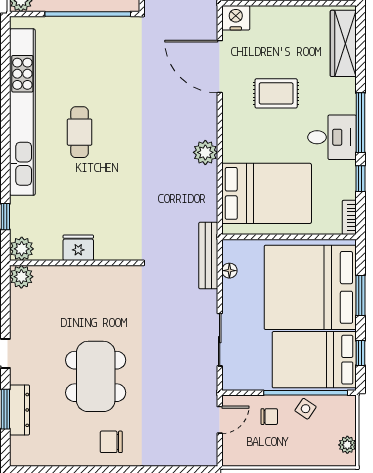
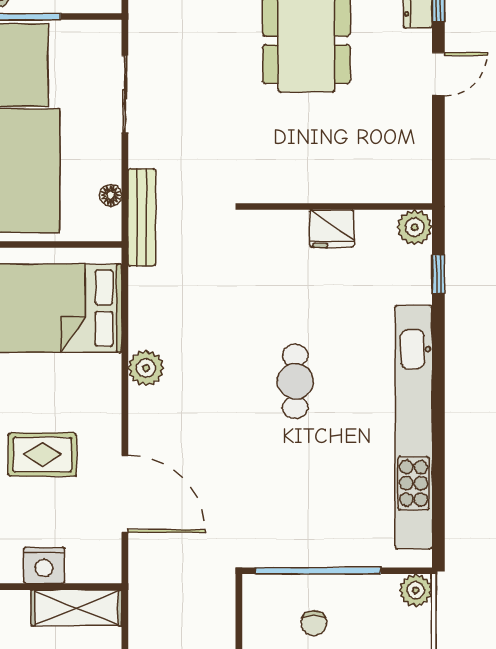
nightstand: (236, 18) -> (44, 565), moved
cafe table: (80, 132) -> (295, 381), moved
plant: (21, 277) -> (415, 186), removed

